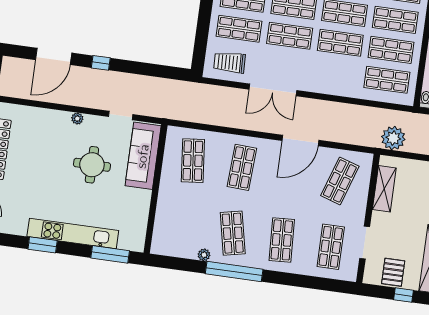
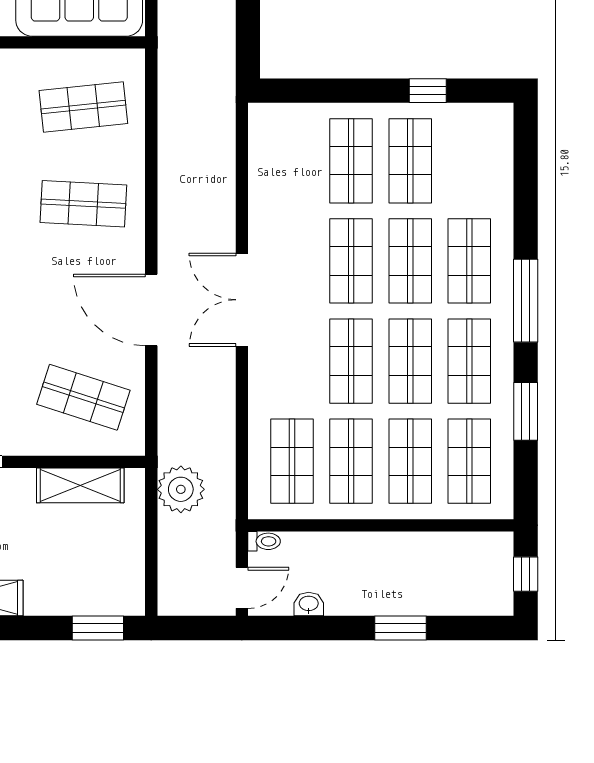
trolley: (230, 62) -> (283, 152), removed
double door: (273, 90) -> (242, 300), moved

